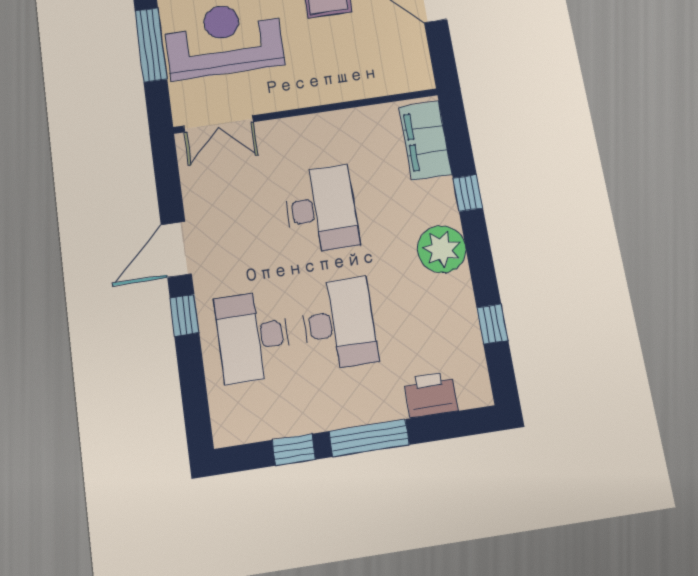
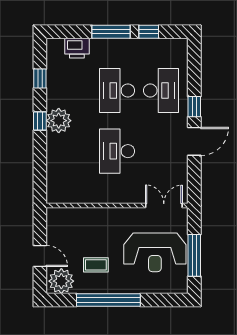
filing cabinet: (425, 140) -> (57, 180), removed
window: (468, 193) -> (40, 121), moved

